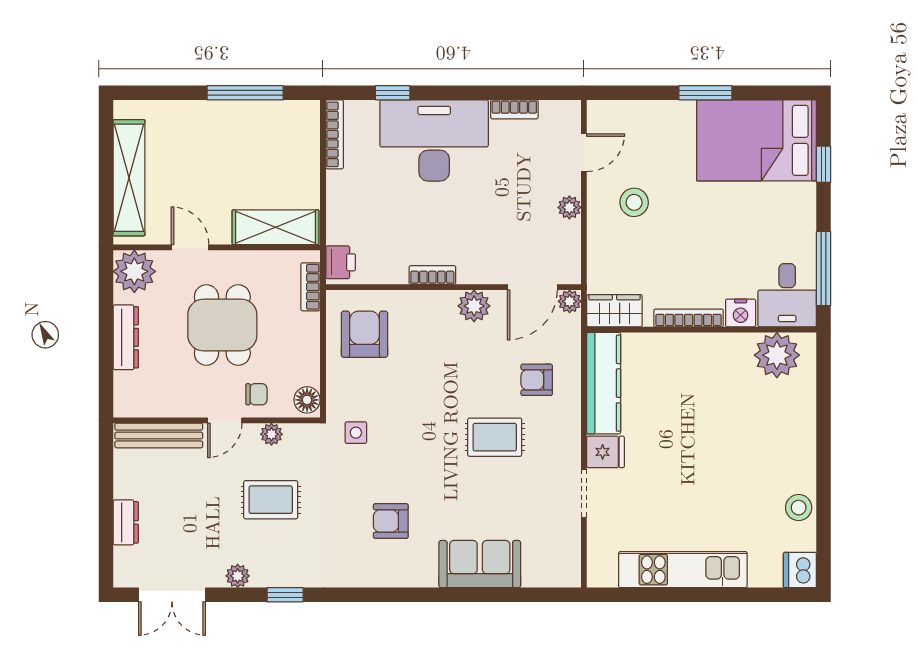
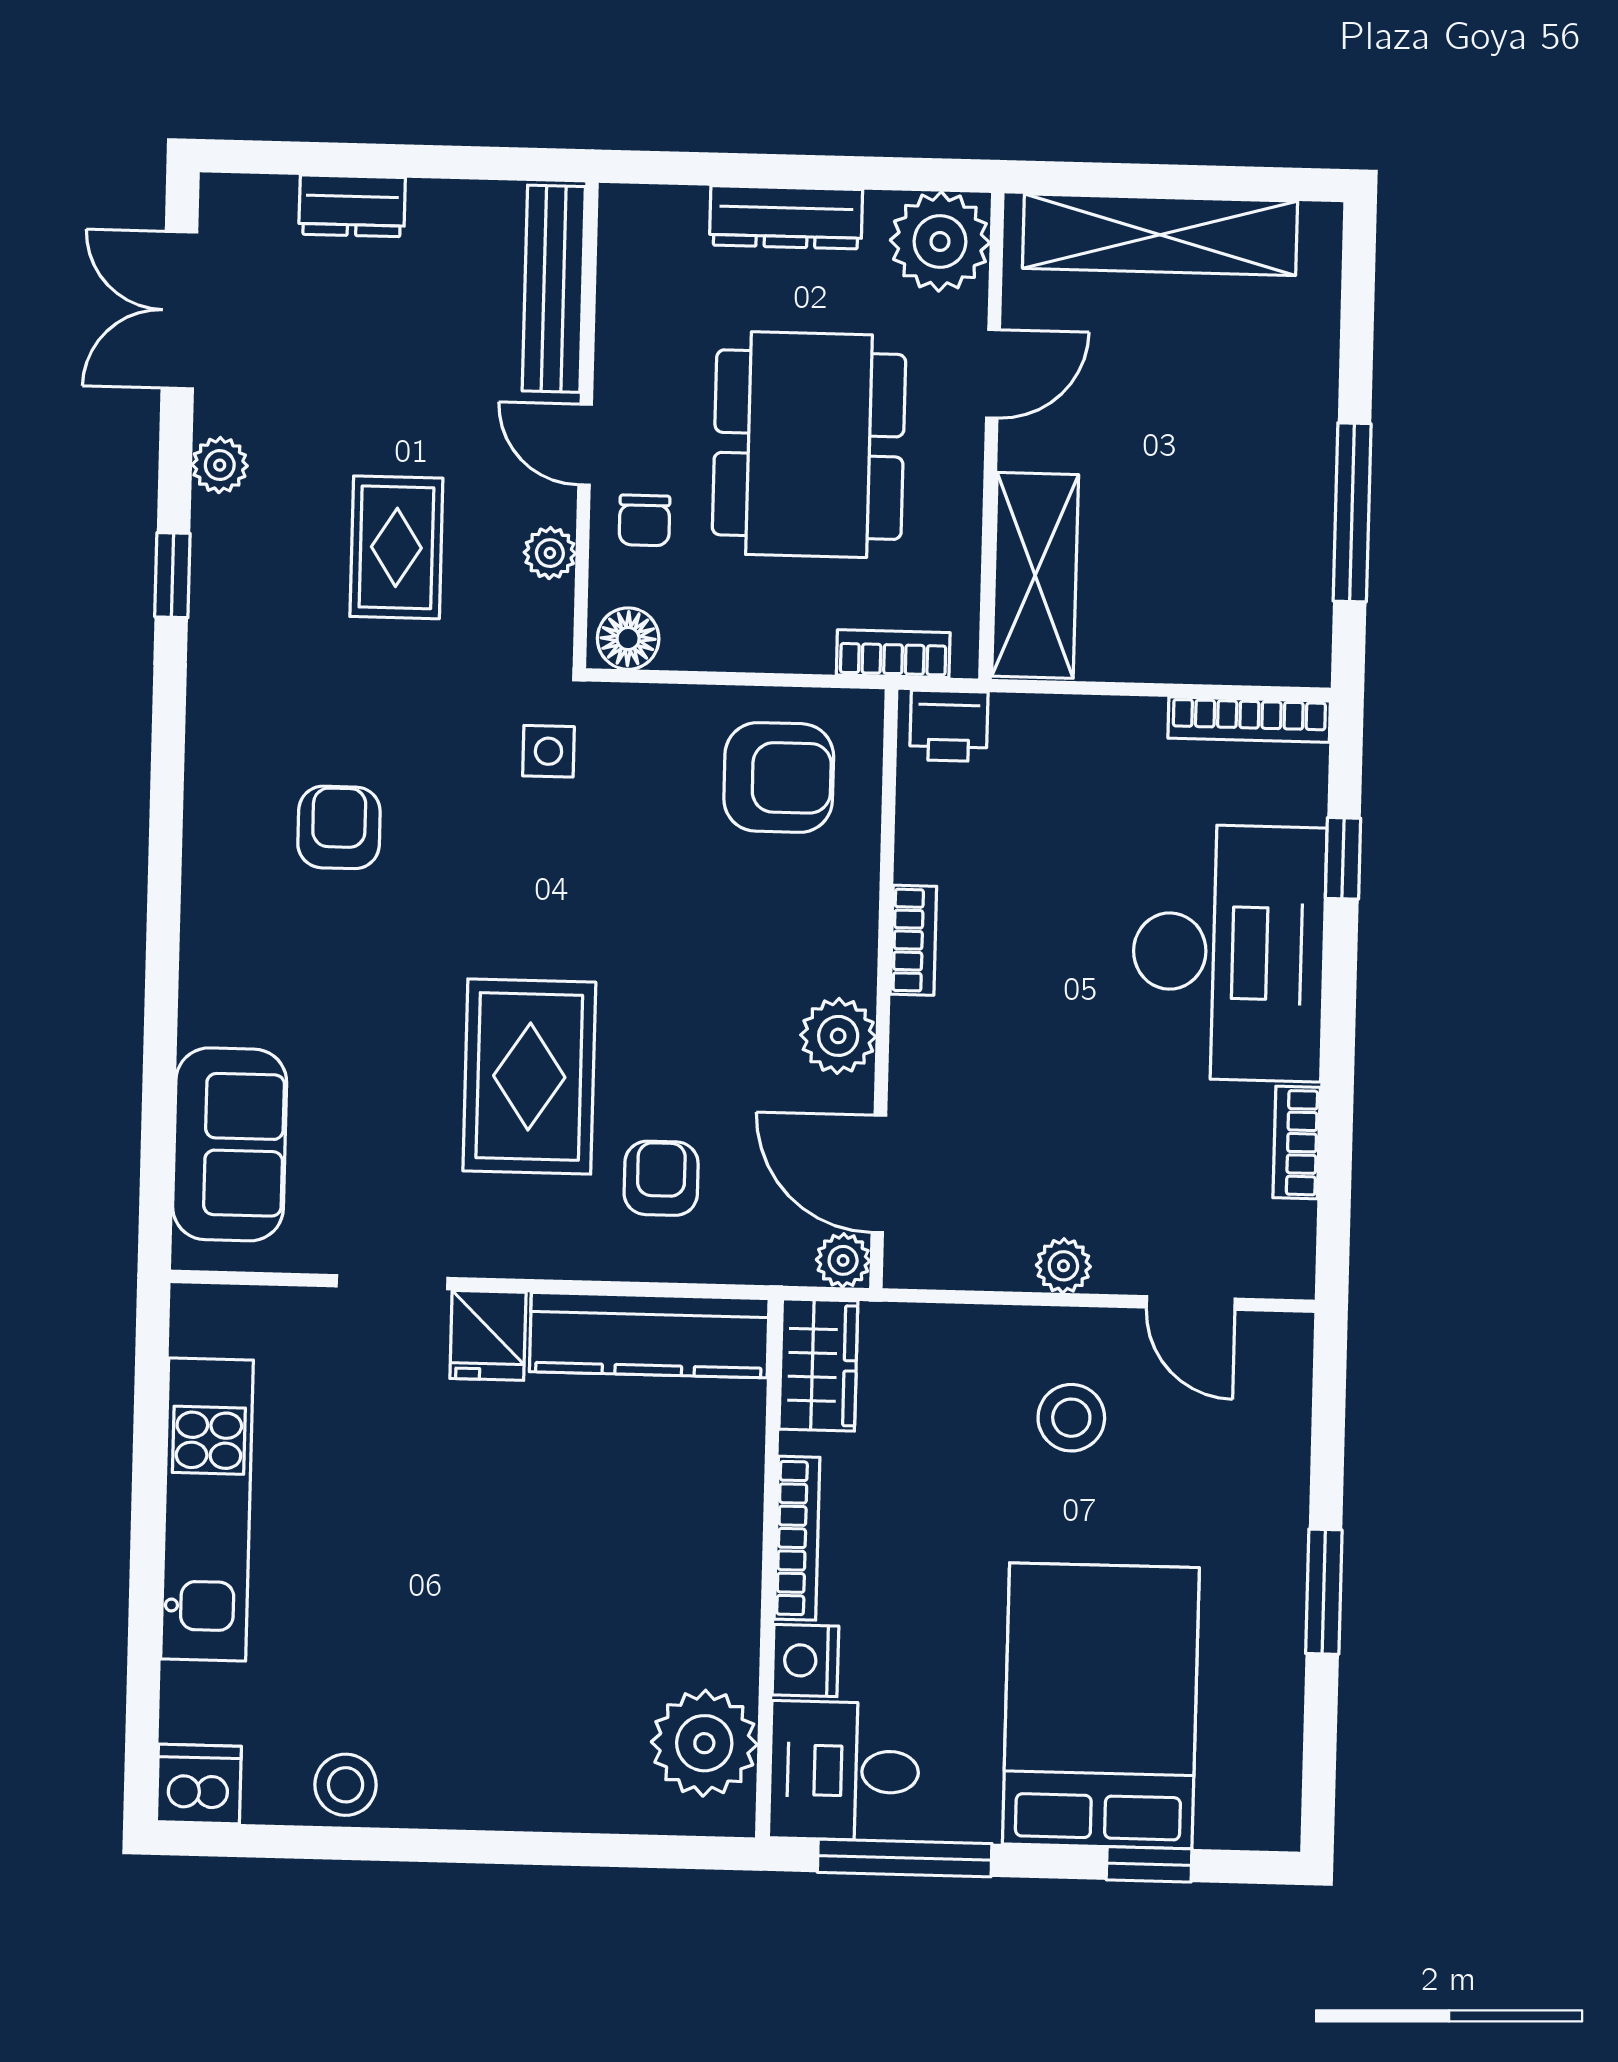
bed: (757, 140) -> (1101, 1706), moved
dining table: (222, 325) -> (809, 445), width x1.38
rug: (495, 437) -> (529, 1076), width x1.36, depth x1.43
sofa: (480, 564) -> (230, 1144), moved

